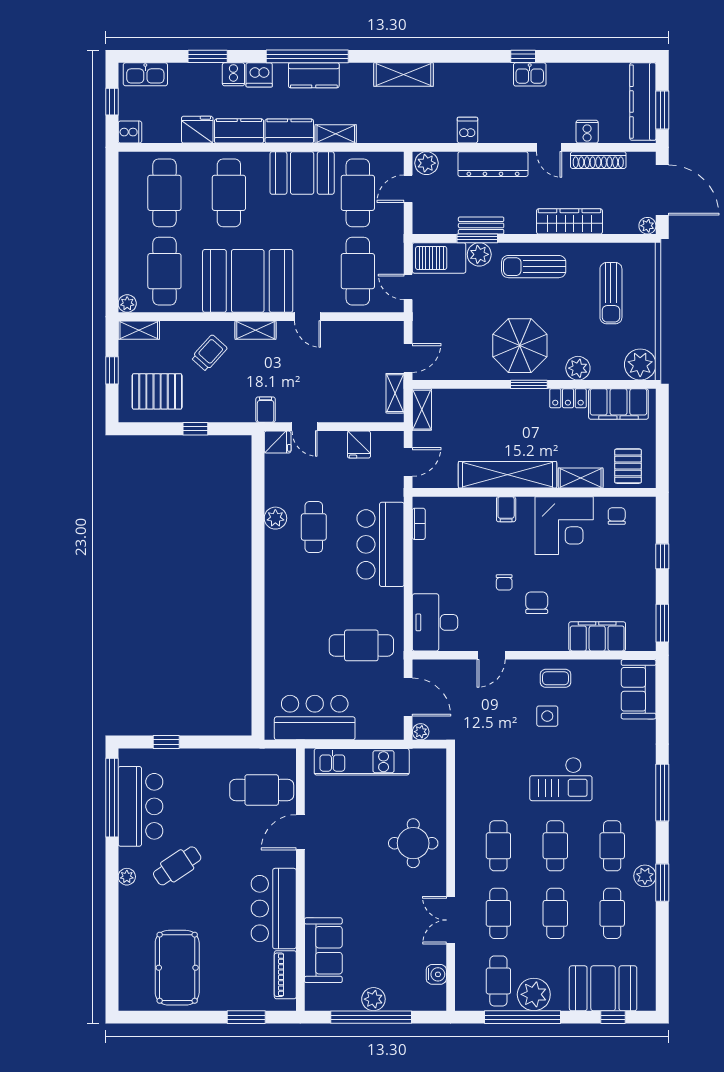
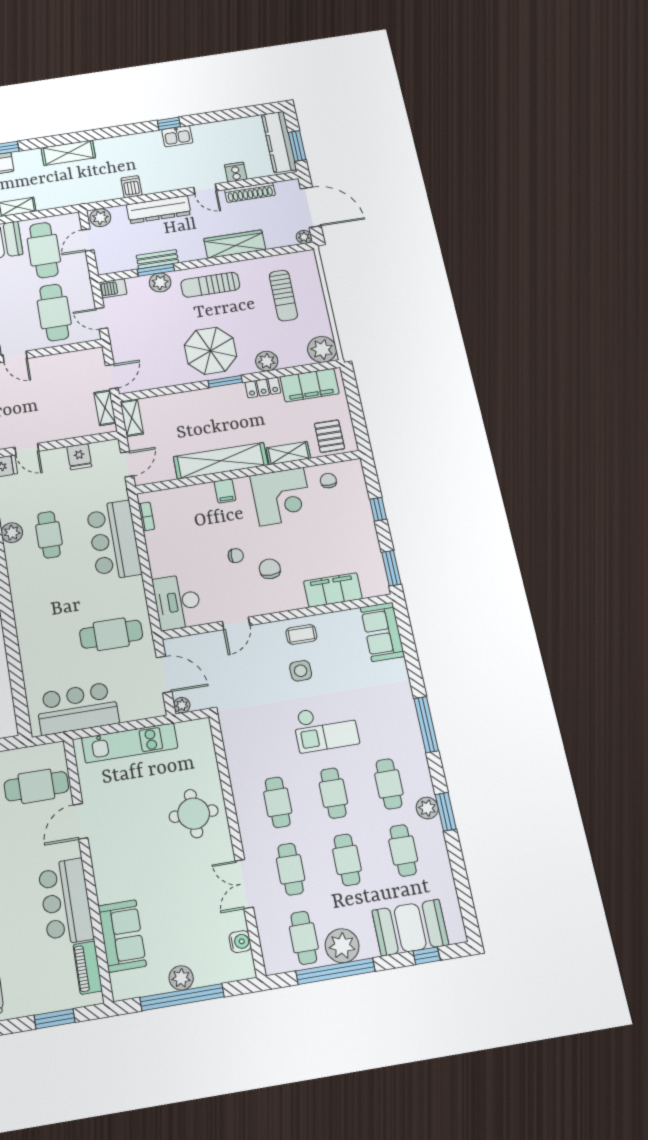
barbecue: (439, 258) -> (113, 288), width x0.53, depth x0.65
chair: (504, 582) -> (236, 556), turned -87

